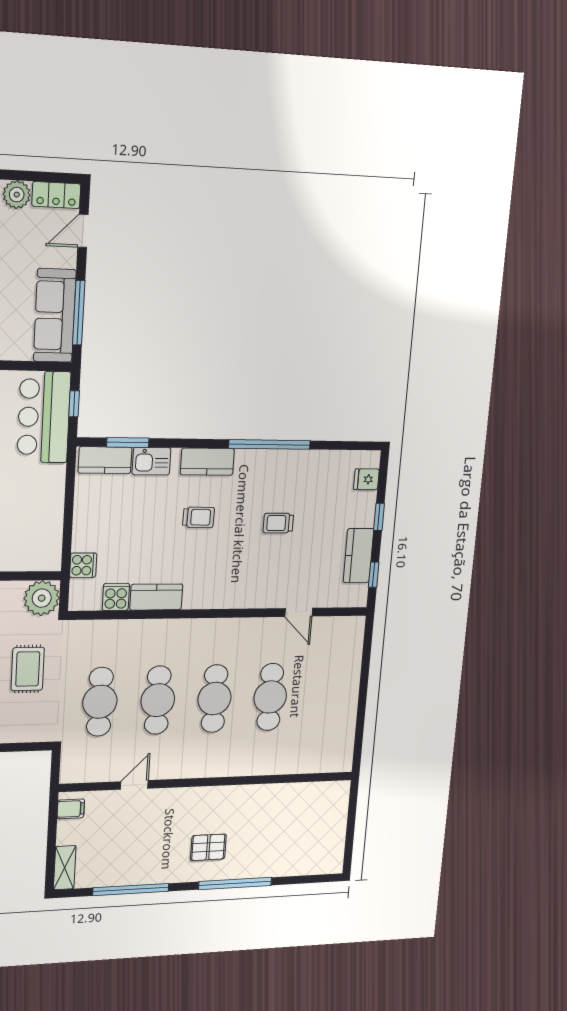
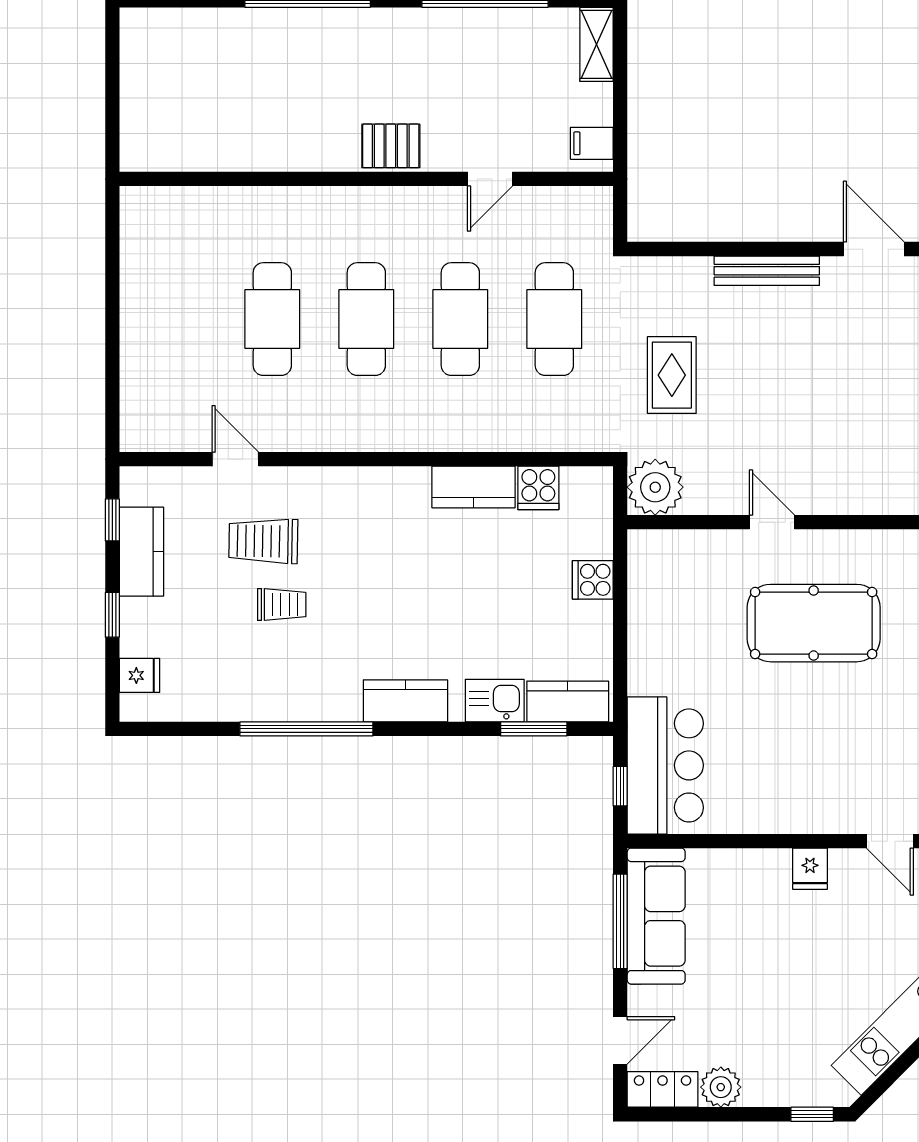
trolley: (199, 517) -> (263, 541), moved, width x1.36, depth x1.39
cooker: (83, 565) -> (593, 580), moved
pallet: (208, 847) -> (391, 146), moved

